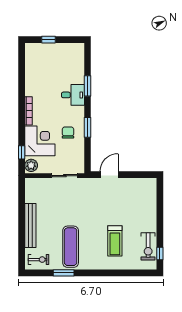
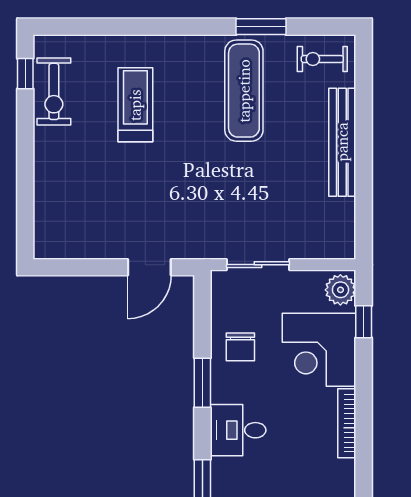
desk: (73, 95) -> (238, 430), moved
chair: (68, 133) -> (240, 347), moved
exercise bike: (148, 246) -> (54, 91), turned 180

